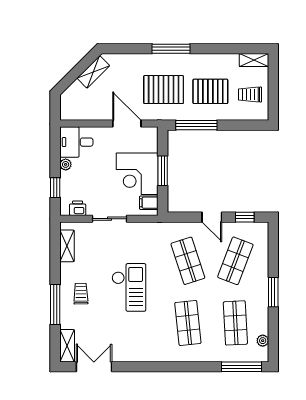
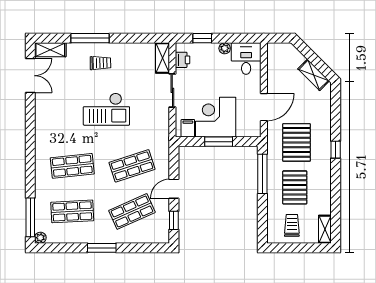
window: (171, 49) -> (336, 150), width x0.46
shelving: (67, 246) -> (163, 58), moved, turned 90
shop shelf: (235, 261) -> (132, 211), turned -45
plant: (263, 341) -> (40, 238), moved

